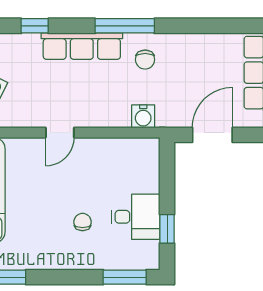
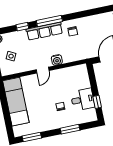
window: (125, 26) -> (49, 21), moved
water cooler: (143, 116) -> (57, 60), moved
window: (125, 277) -> (70, 129), moved

